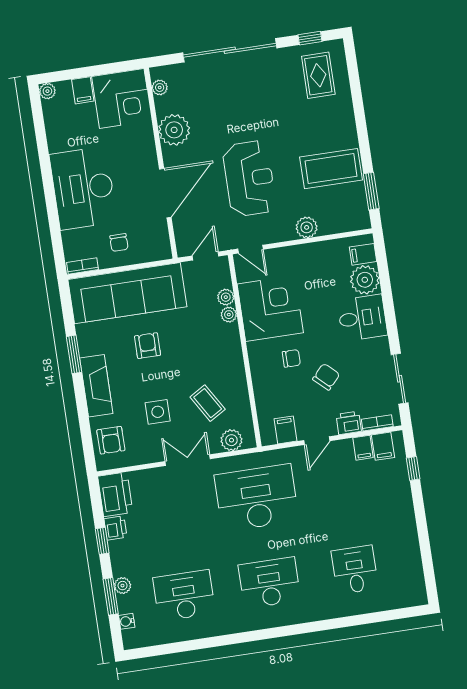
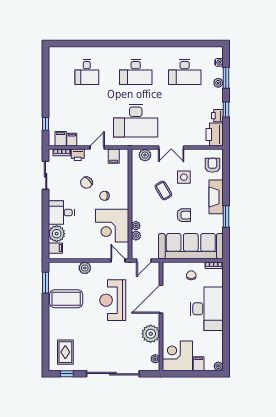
armchair: (148, 346) -> (184, 215), turned -90
coffee table: (208, 403) -> (163, 191), moved

